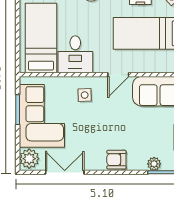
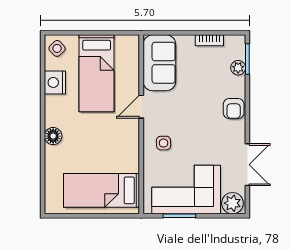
desk: (75, 54) -> (119, 153), removed
door: (118, 75) -> (141, 107), swing flipped
double door: (65, 172) -> (247, 165), swing flipped

